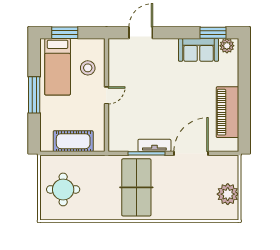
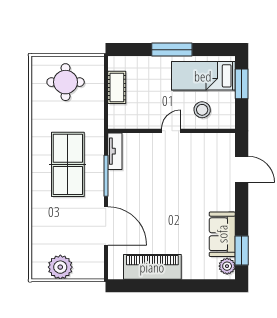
door: (106, 95) -> (171, 131), swing flipped
cot: (73, 141) -> (117, 87), width x0.73, depth x0.75
tv unit: (154, 145) -> (115, 151), moved
table tennis table: (136, 187) -> (68, 164), turned 90

